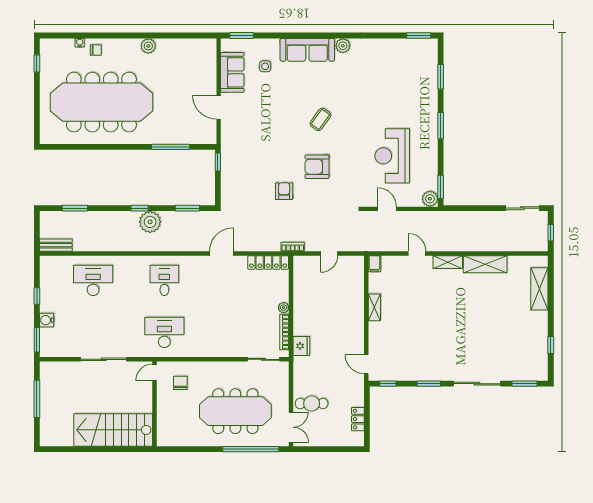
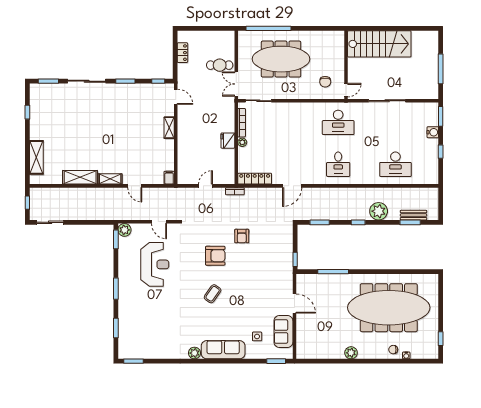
plant: (150, 222) -> (379, 211), moved
bench: (56, 245) -> (413, 215), moved
shelving: (374, 307) -> (169, 128), moved
fridge: (301, 346) -> (228, 141), moved
double door: (291, 427) -> (236, 84), moved

